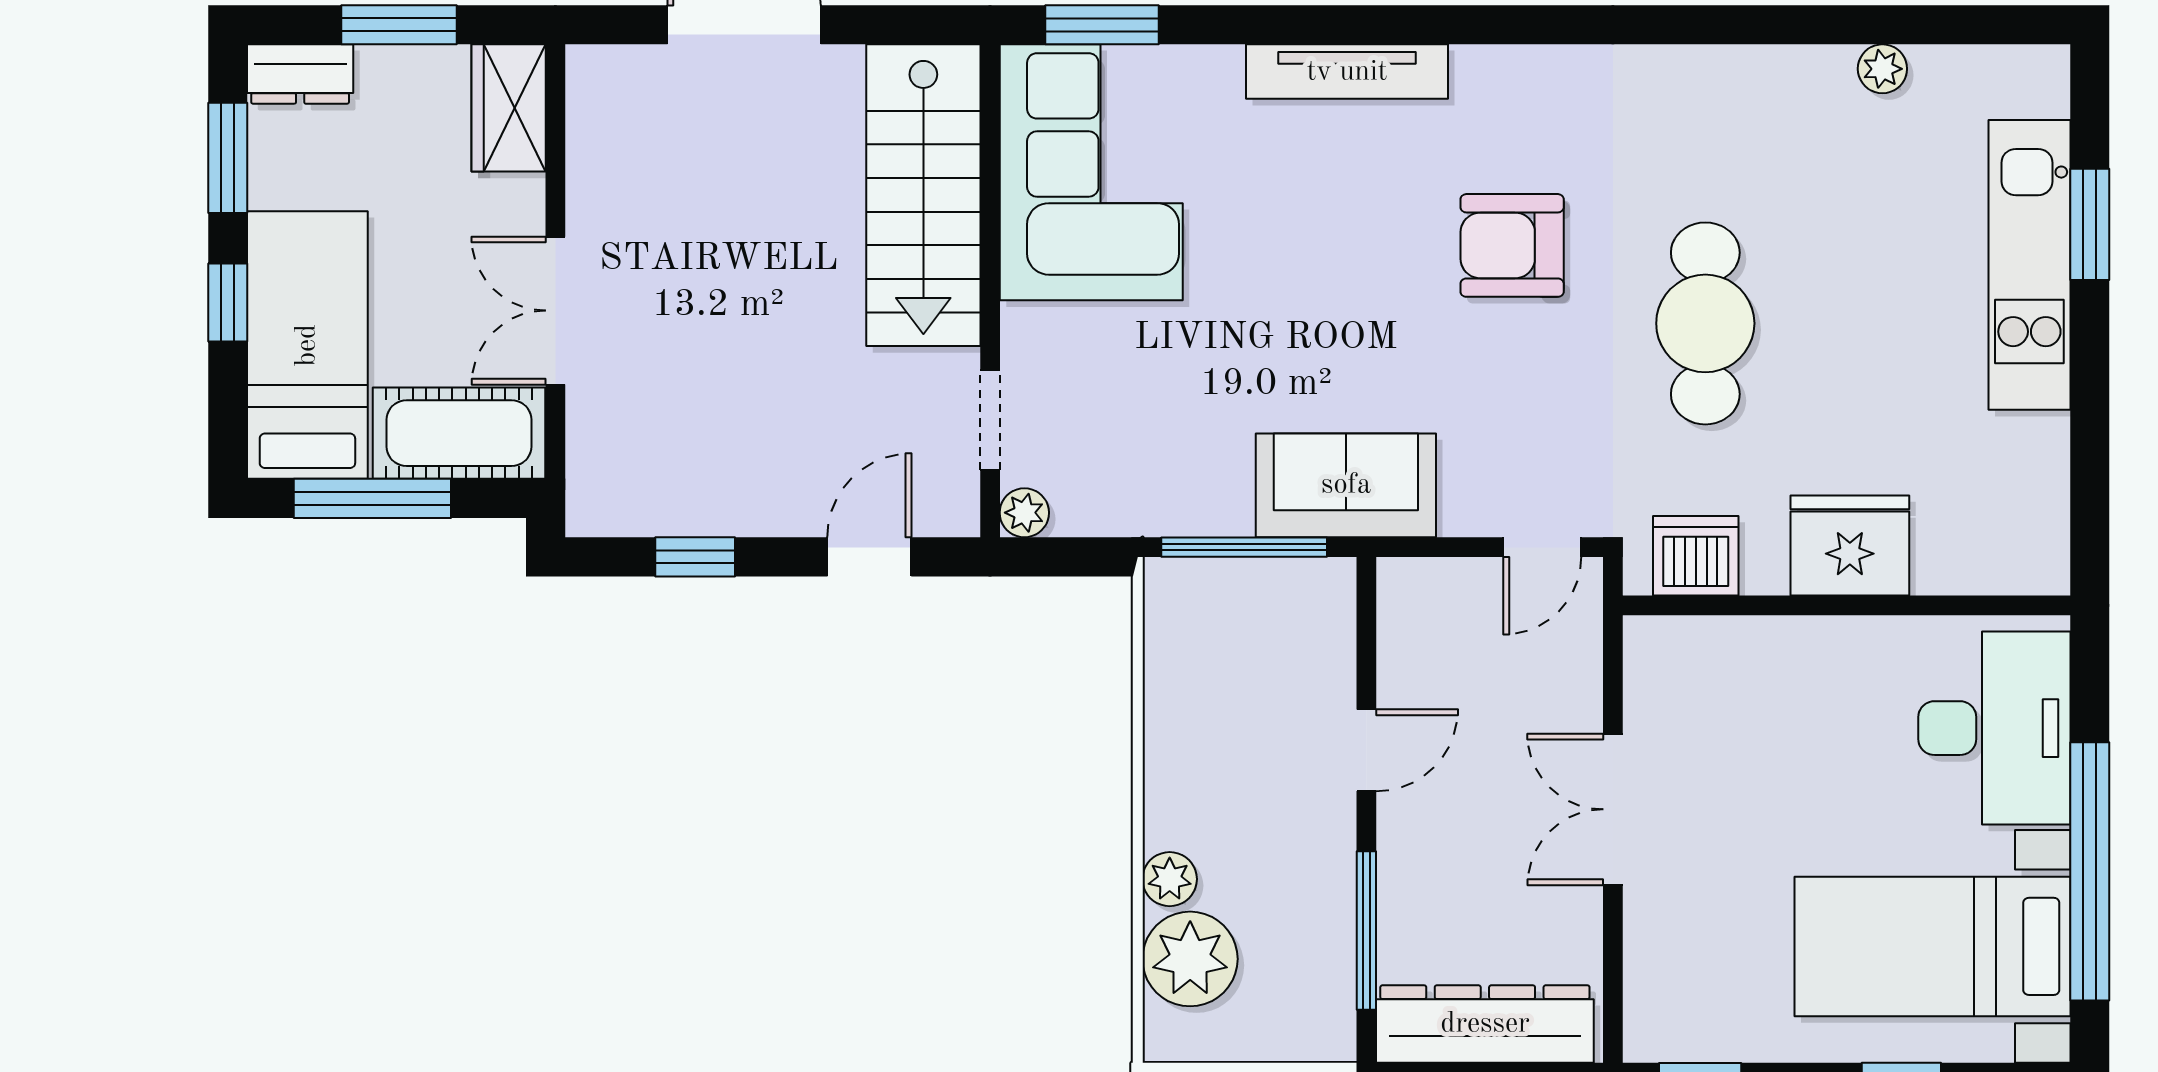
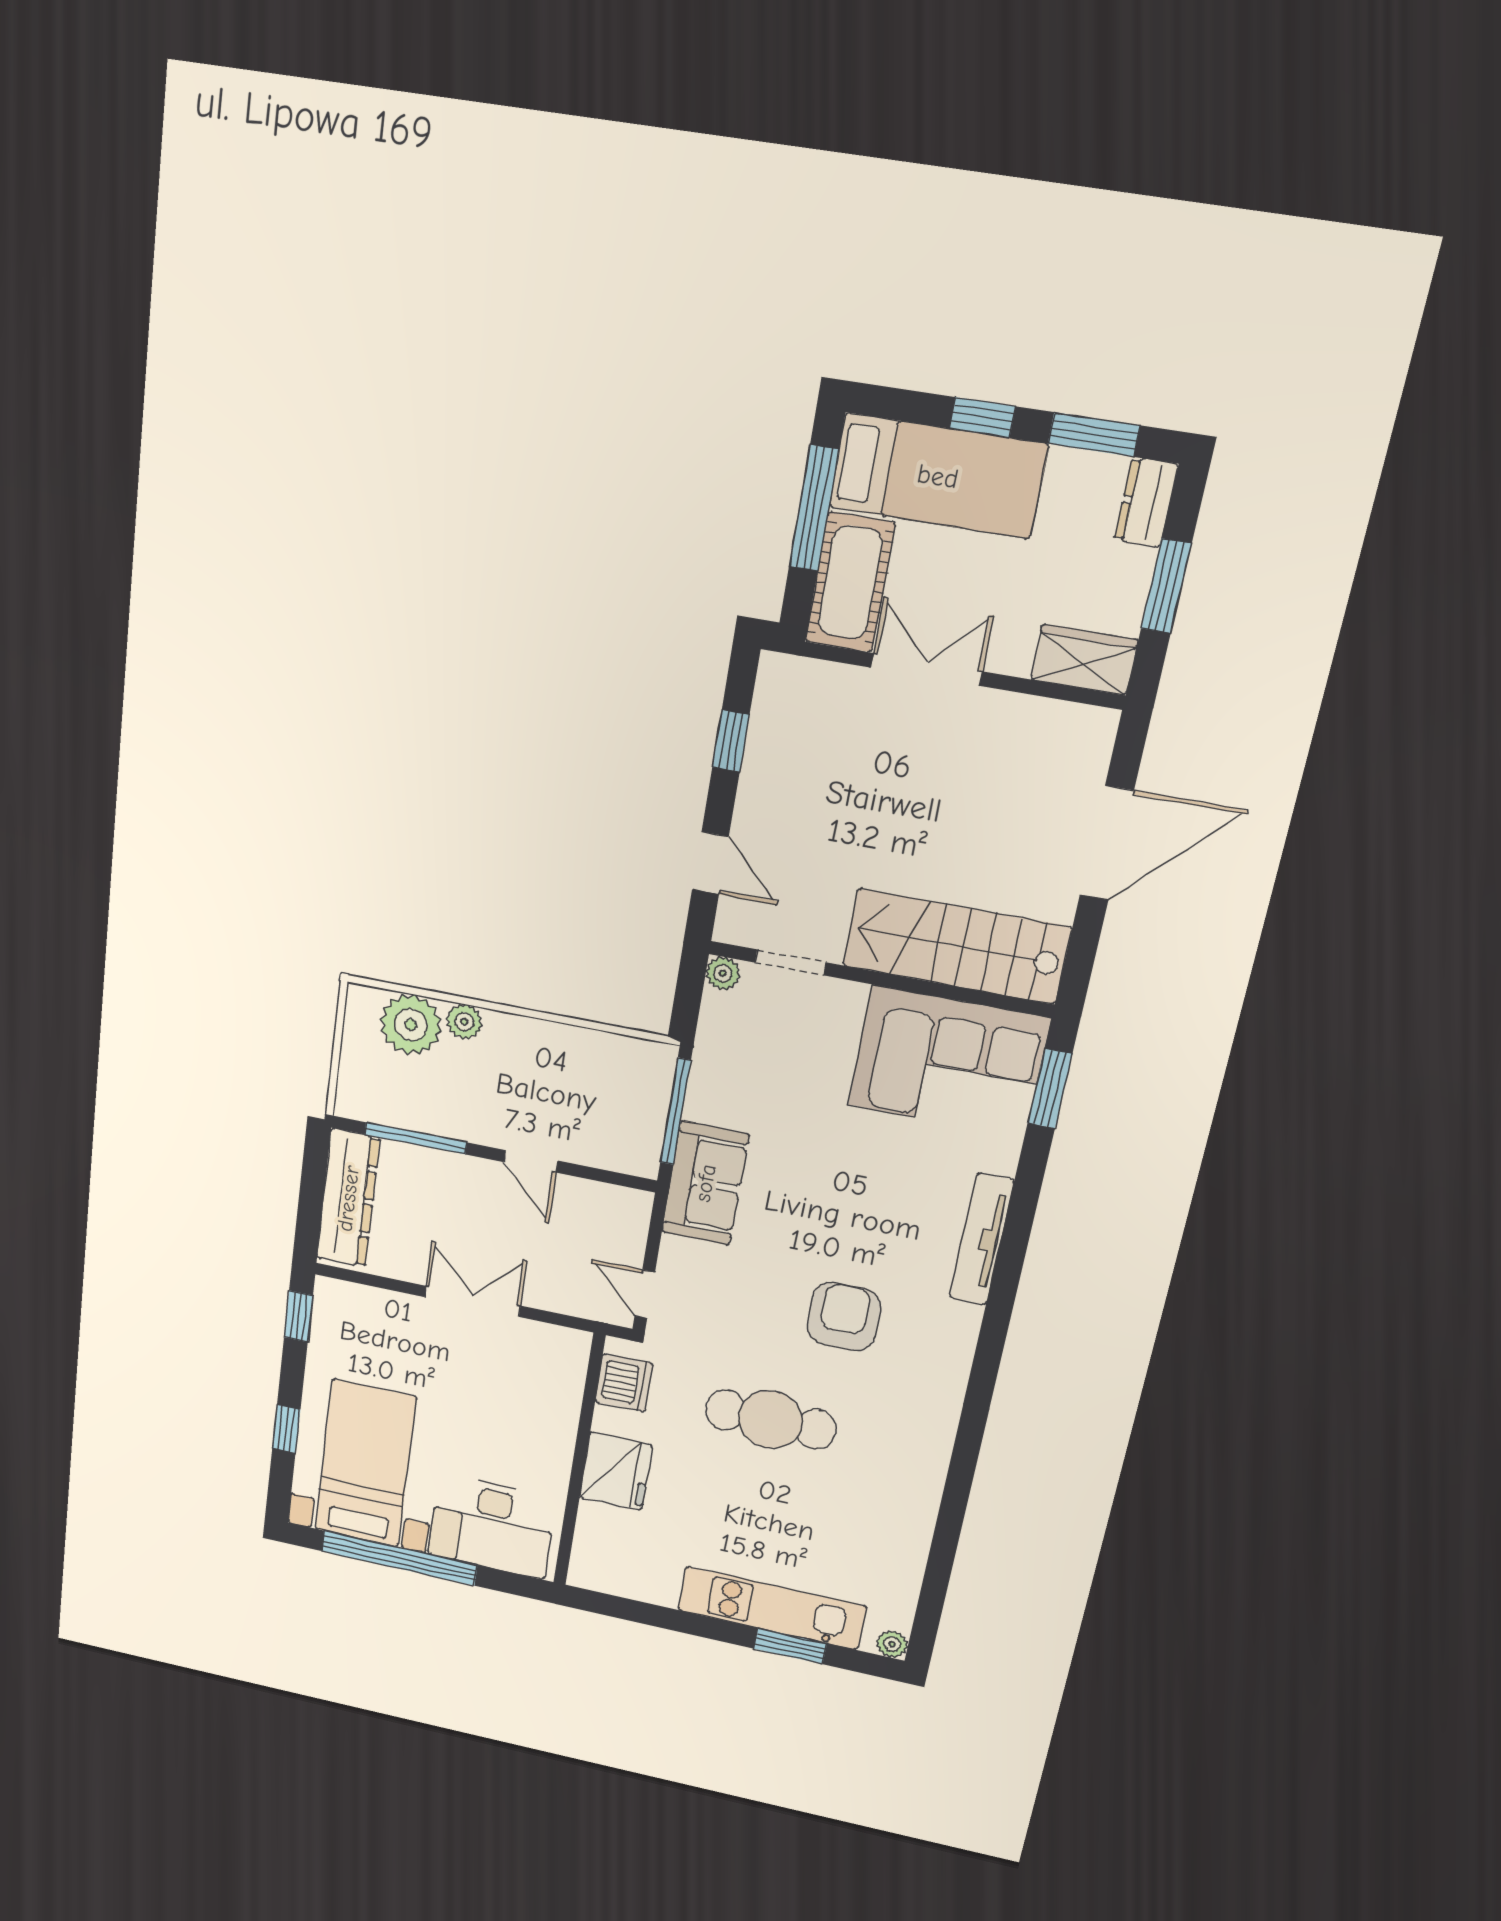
plant: (1882, 69) -> (892, 1644), moved

